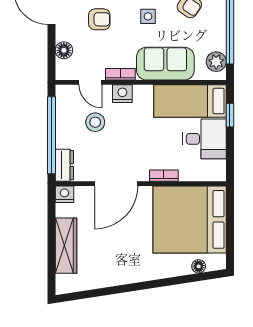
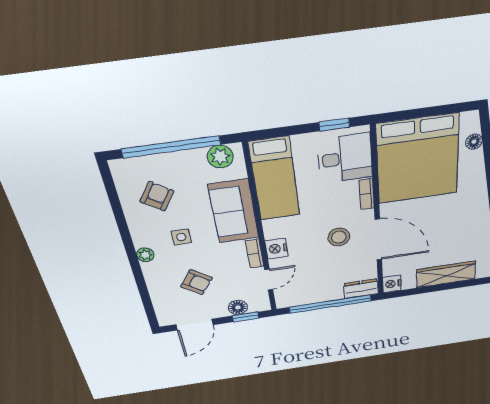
armchair: (99, 19) -> (196, 282), turned 126
window: (51, 55) -> (246, 317), added
window: (230, 115) -> (334, 125), moved
stool: (95, 122) -> (339, 237), moved
desk: (205, 139) -> (345, 158), moved, turned 90

